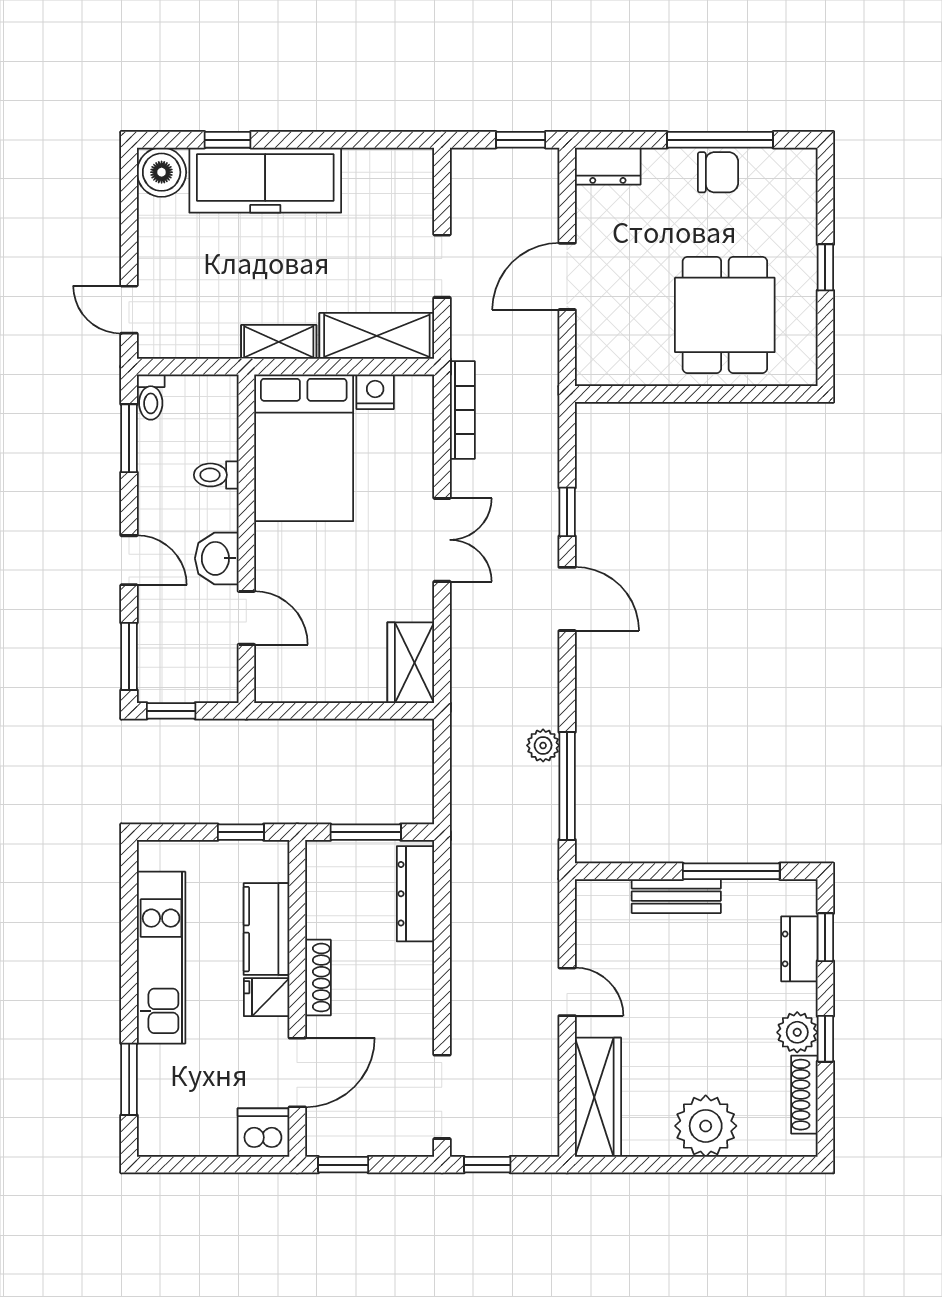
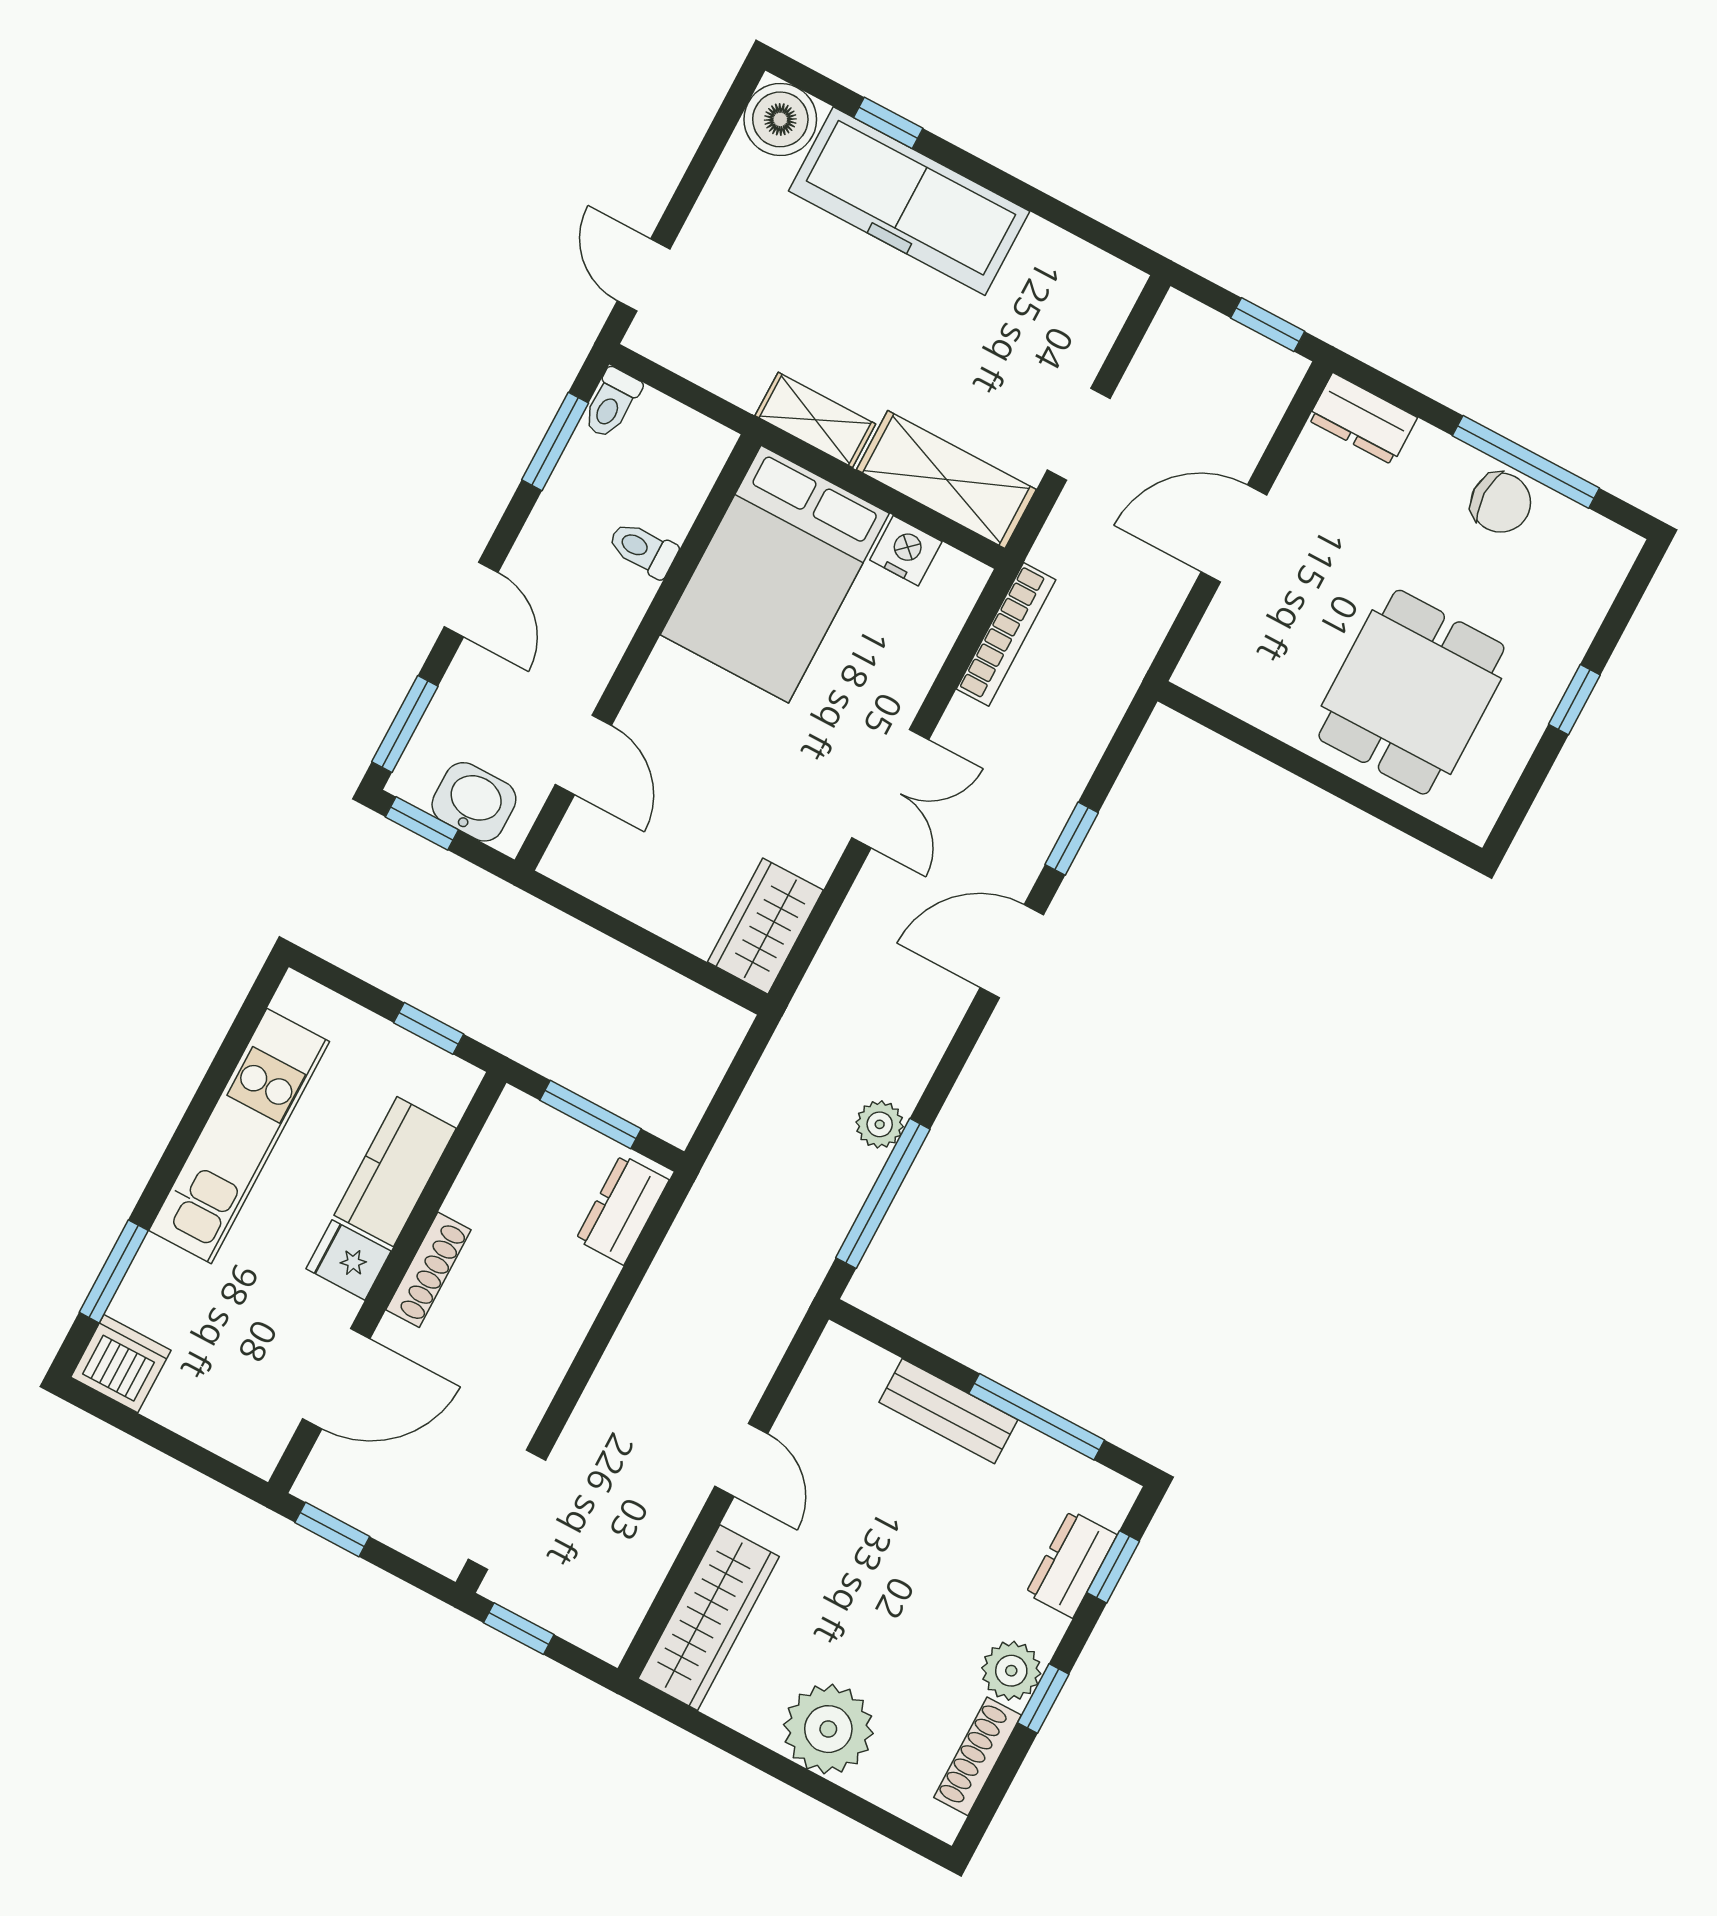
washbasin: (217, 558) -> (474, 802), moved, turned 90
door: (567, 599) -> (1012, 951), swing flipped
dresser: (415, 894) -> (622, 1210), width x0.70
dishwasher: (263, 1133) -> (121, 1364), moved

